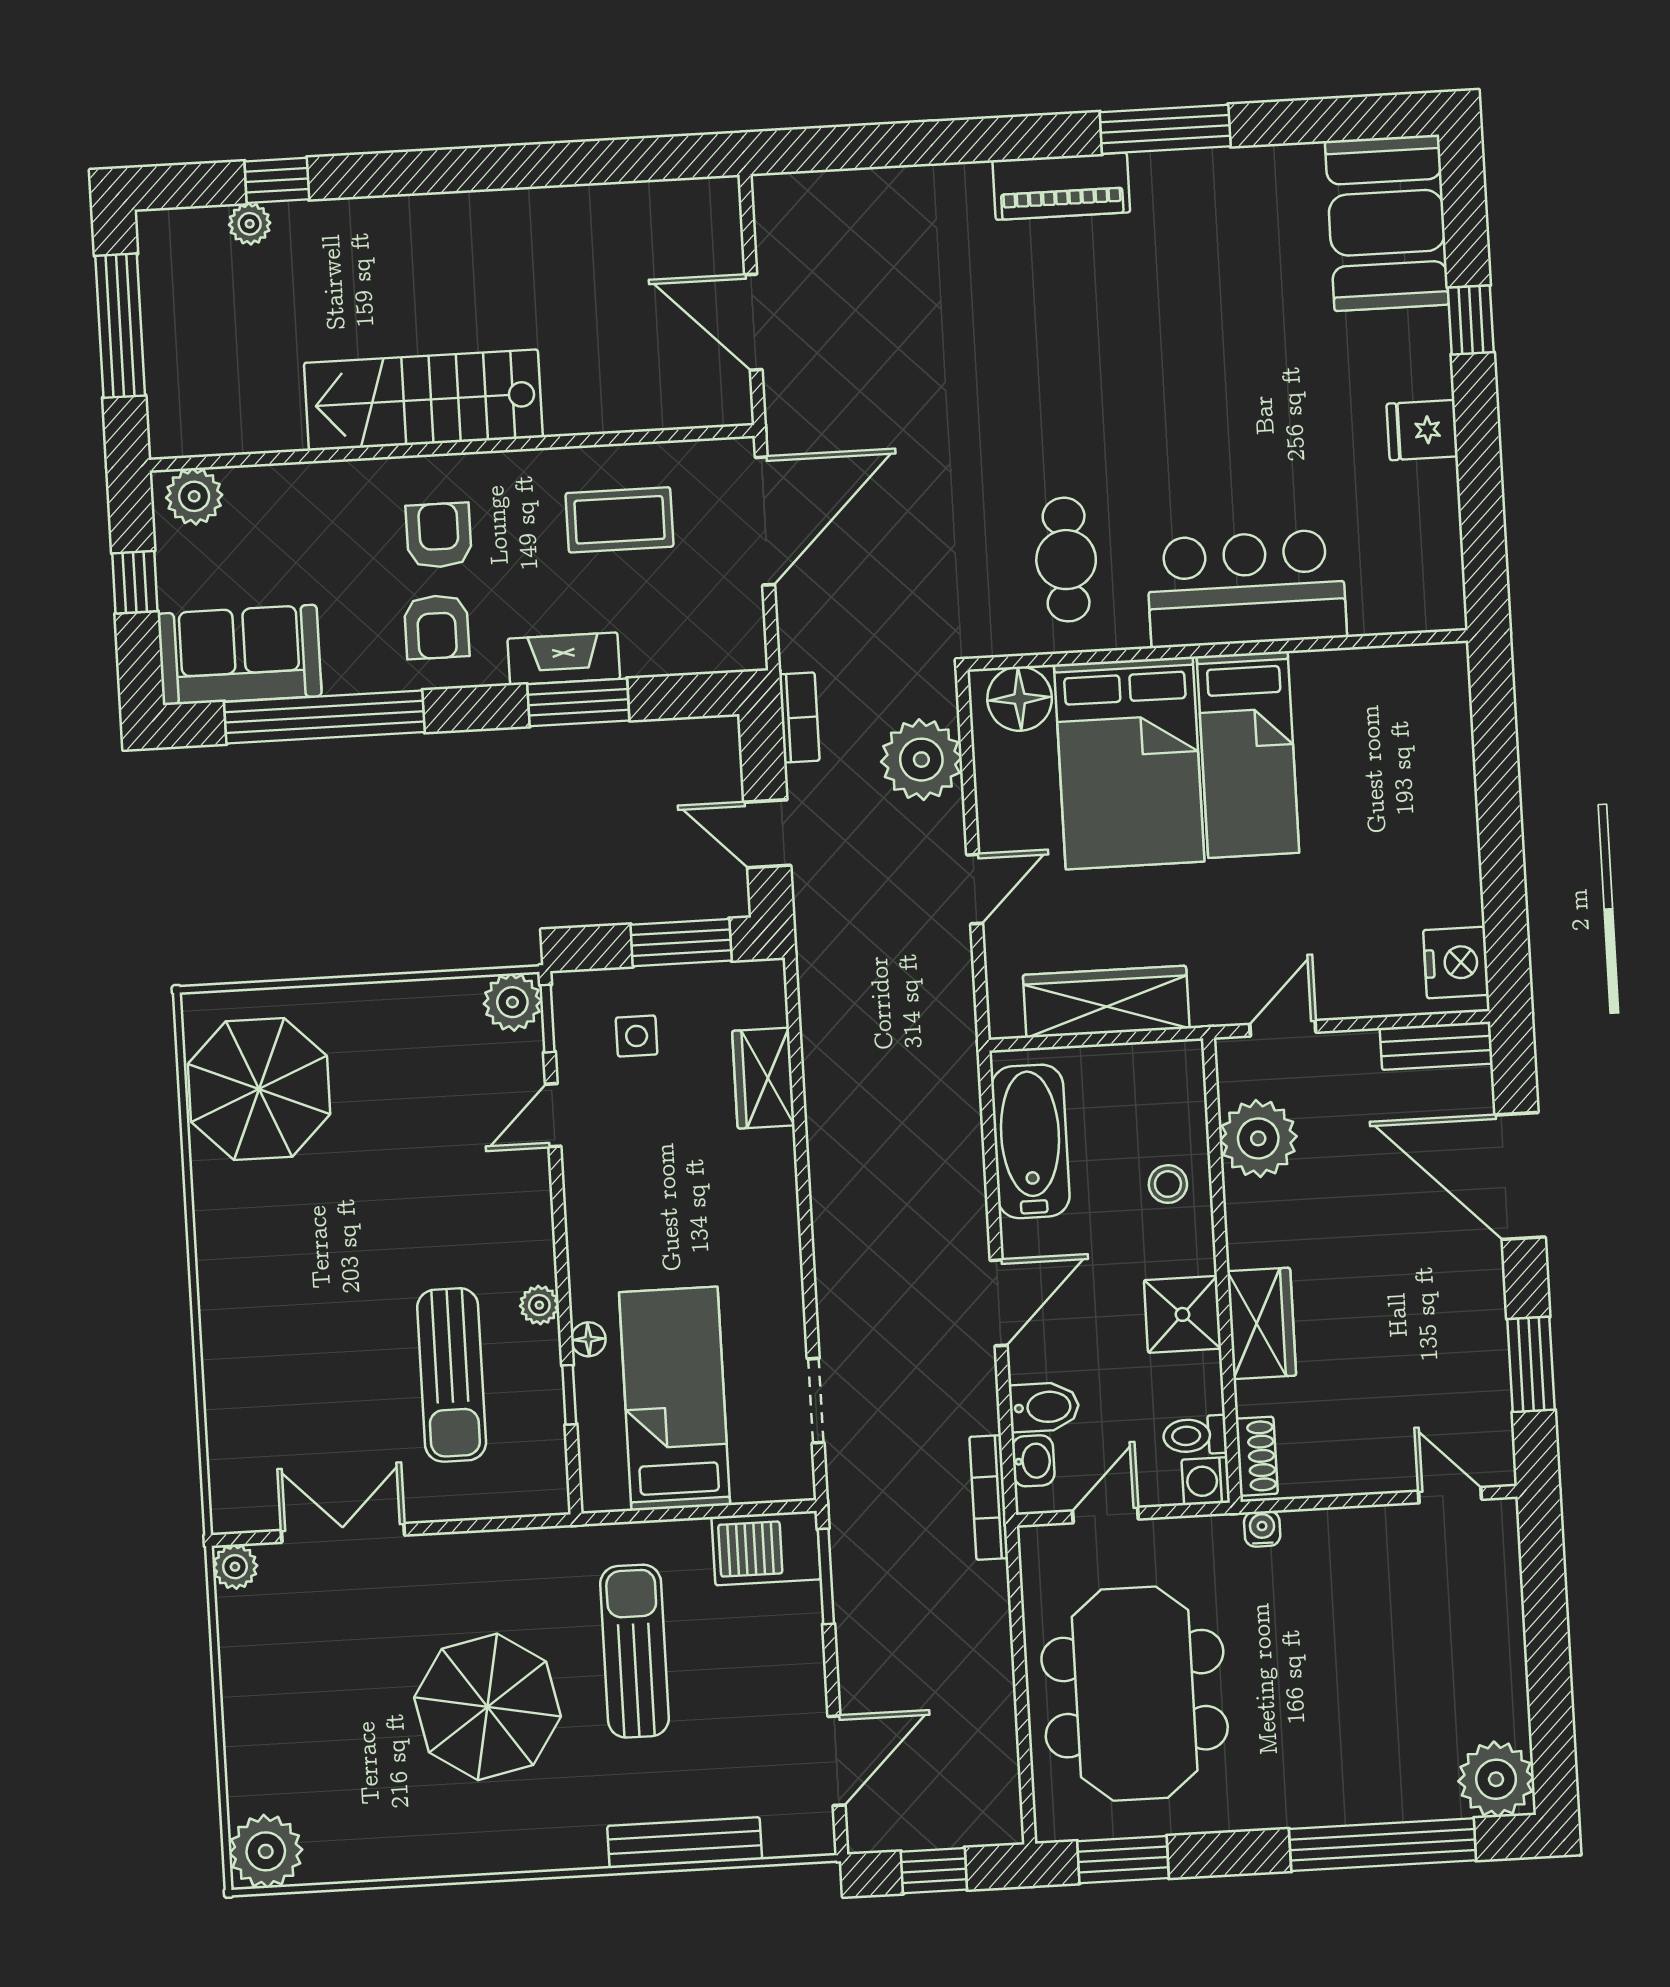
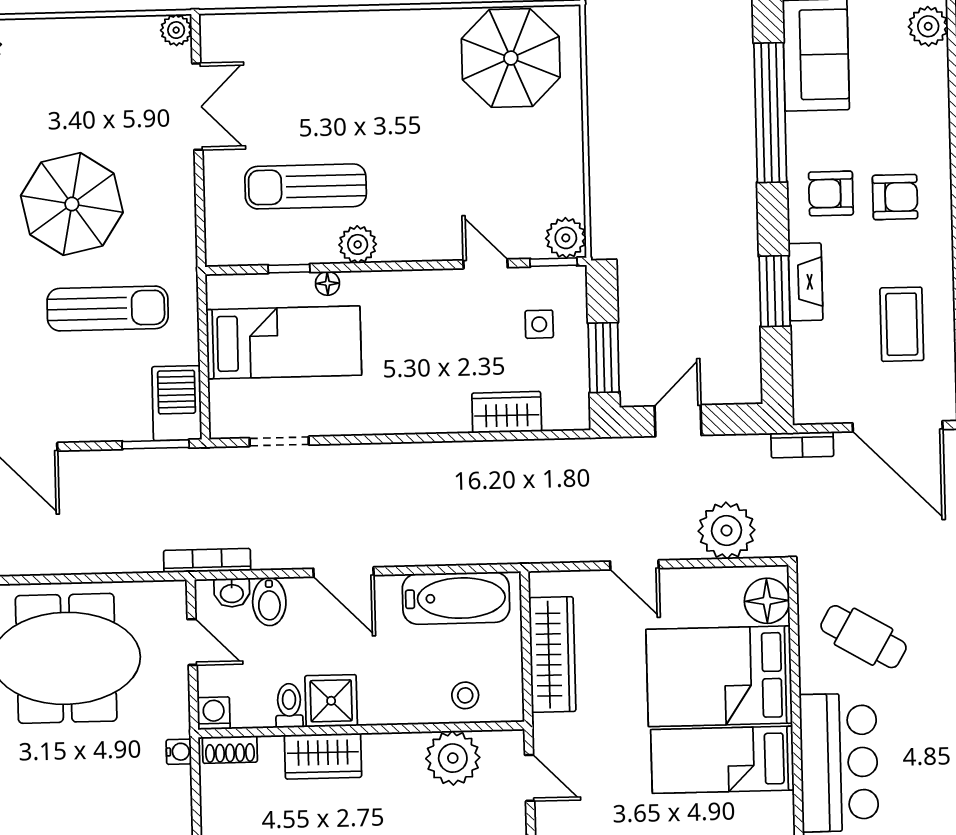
cafe table: (1066, 560) -> (863, 637), turned 30
bookcase: (799, 717) -> (802, 445), moved
stool: (1168, 1184) -> (465, 695), moved
plant: (539, 1305) -> (358, 244), width x1.38, depth x1.38
toilet: (1195, 1435) -> (289, 706), moved

